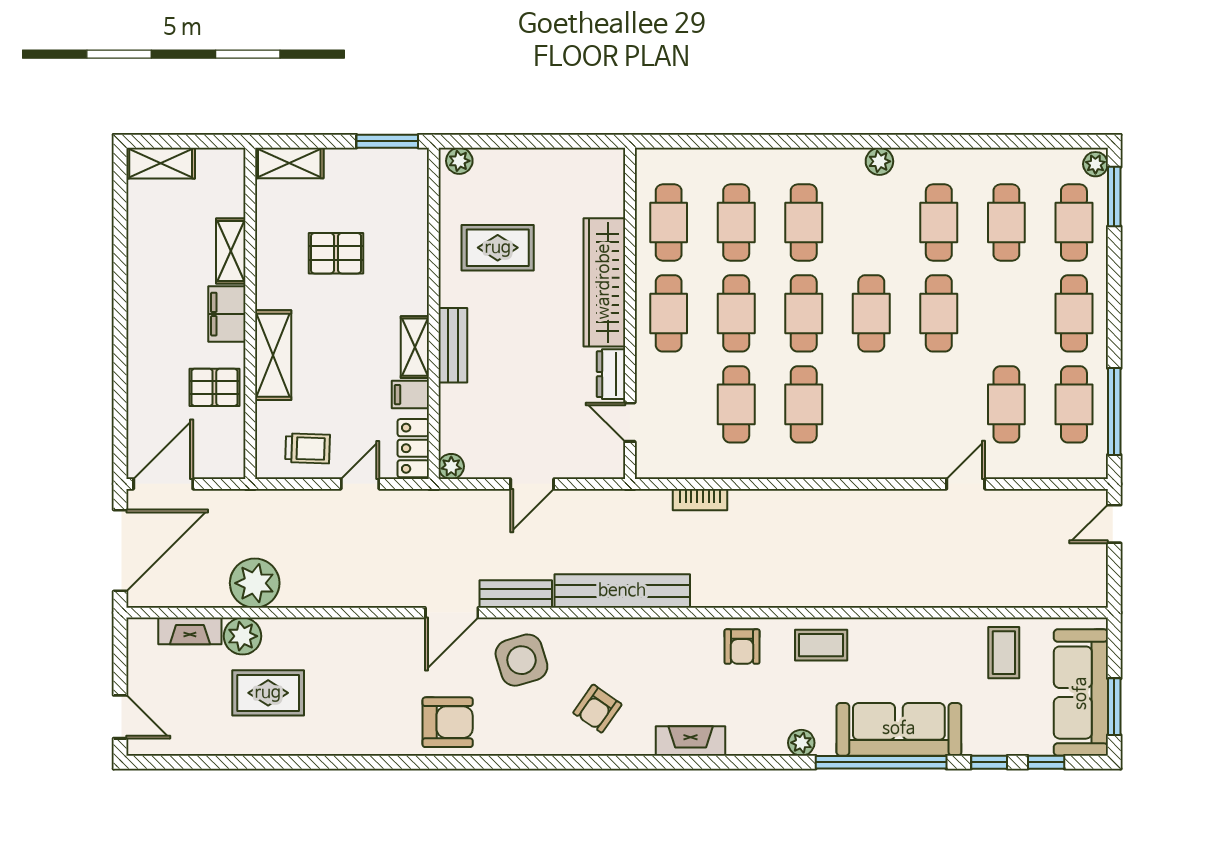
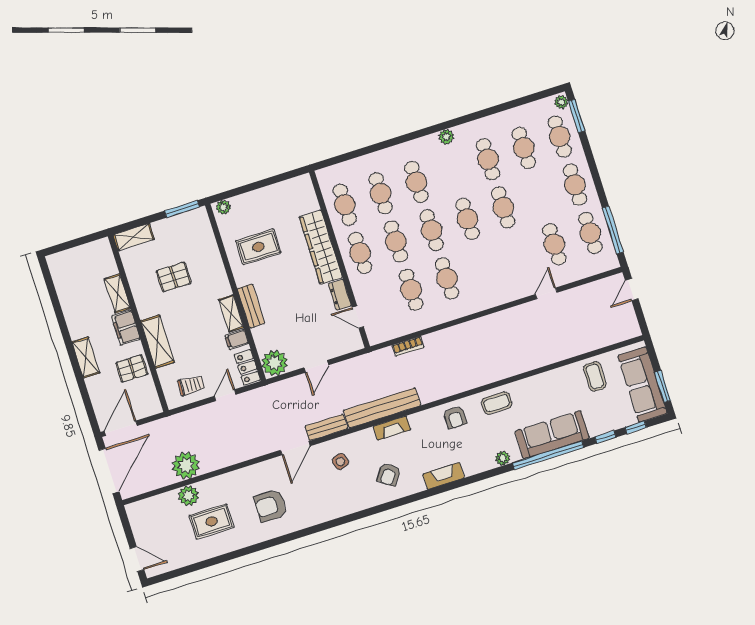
shelving: (161, 163) -> (86, 357), moved, turned 90
plant: (451, 466) -> (275, 363), width x1.88, depth x1.88
fireplace: (190, 631) -> (392, 428), moved
side table: (521, 660) -> (340, 461), width x0.54, depth x0.54
armchair: (448, 722) -> (270, 506), moved, turned 180

